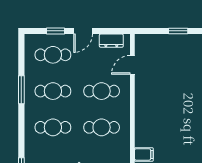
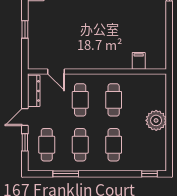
door: (83, 31) -> (25, 117), swing flipped
dresser: (111, 41) -> (34, 91), width x1.44
window: (21, 90) -> (66, 174), moved

